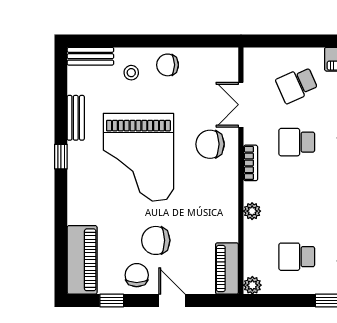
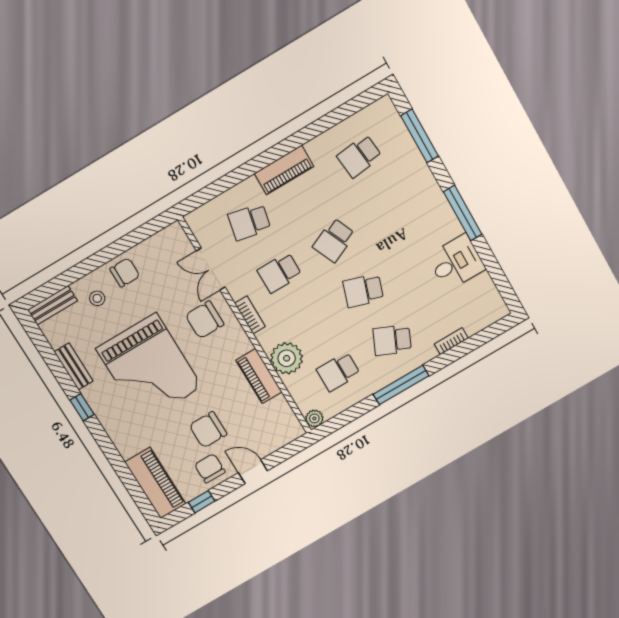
chair: (168, 65) -> (125, 272), turned 180
school desk: (297, 85) -> (249, 222), turned 36
plant: (252, 211) -> (287, 358), width x1.88, depth x1.88
piano: (227, 268) -> (259, 376), moved

